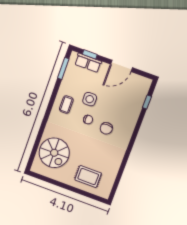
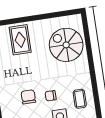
rug: (88, 176) -> (20, 40), turned 90

